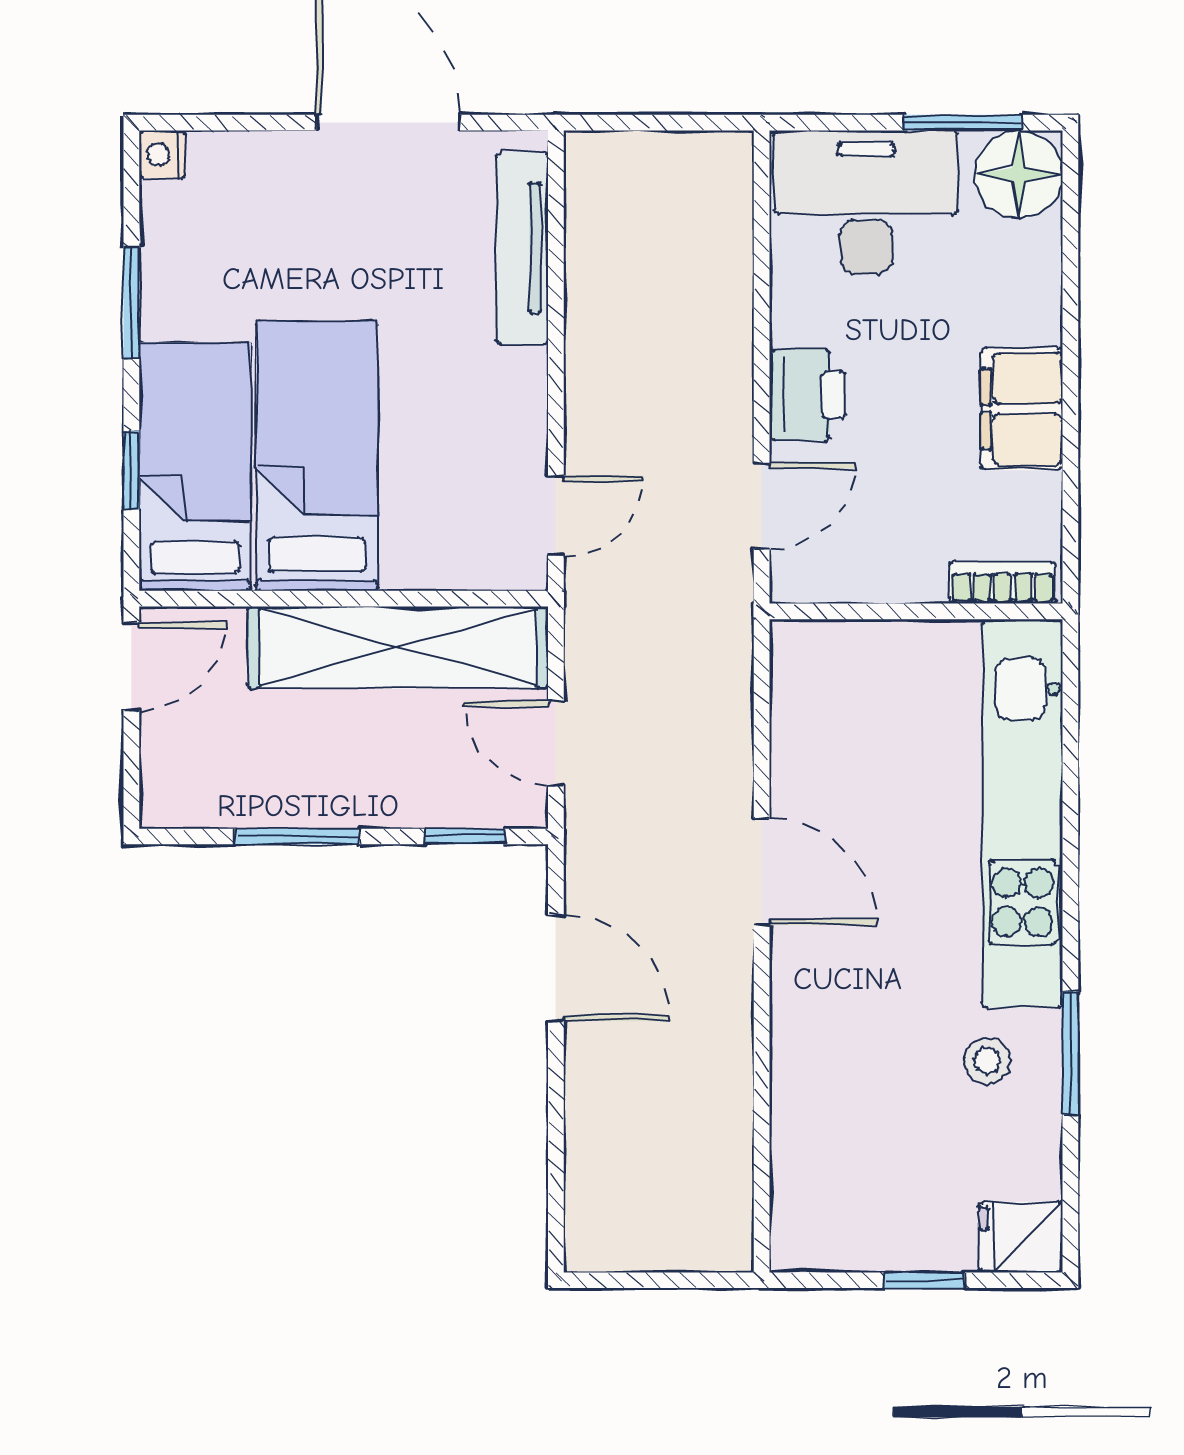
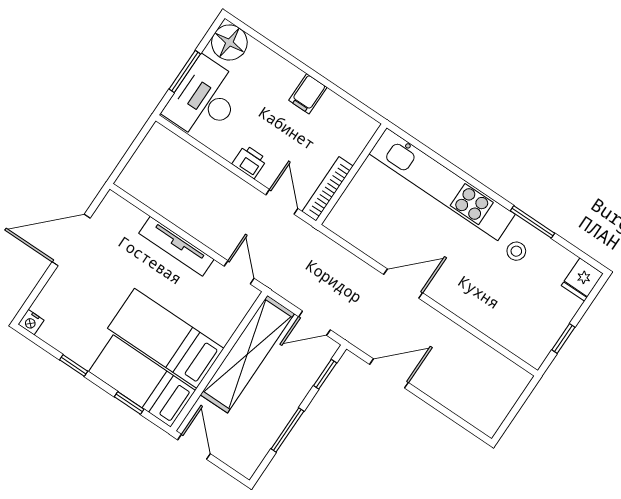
window: (963, 123) -> (185, 72), moved
tv unit: (522, 248) -> (176, 246), moved
window: (131, 303) -> (74, 366), width x0.67
printer: (807, 395) -> (249, 162), width x0.73, depth x0.81
filing cabinet: (1022, 409) -> (308, 94), width x0.50
bookcase: (1003, 582) -> (328, 189), moved, width x1.56
window: (925, 1280) -> (563, 338), moved

